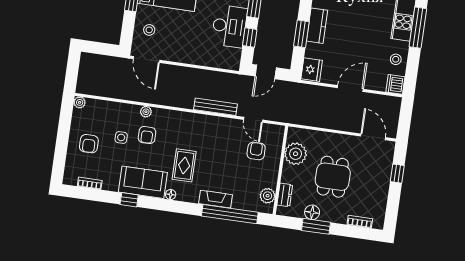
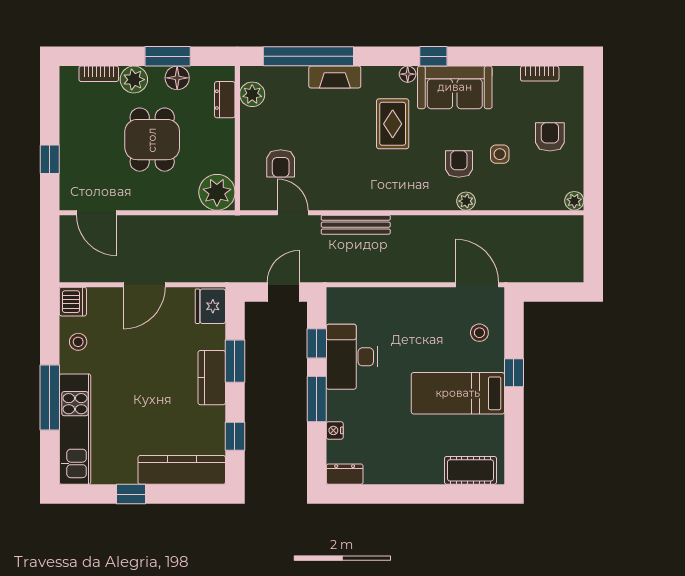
plant: (296, 154) -> (217, 192), moved
window: (129, 200) -> (433, 56), moved
plant: (339, 215) -> (134, 80), added

